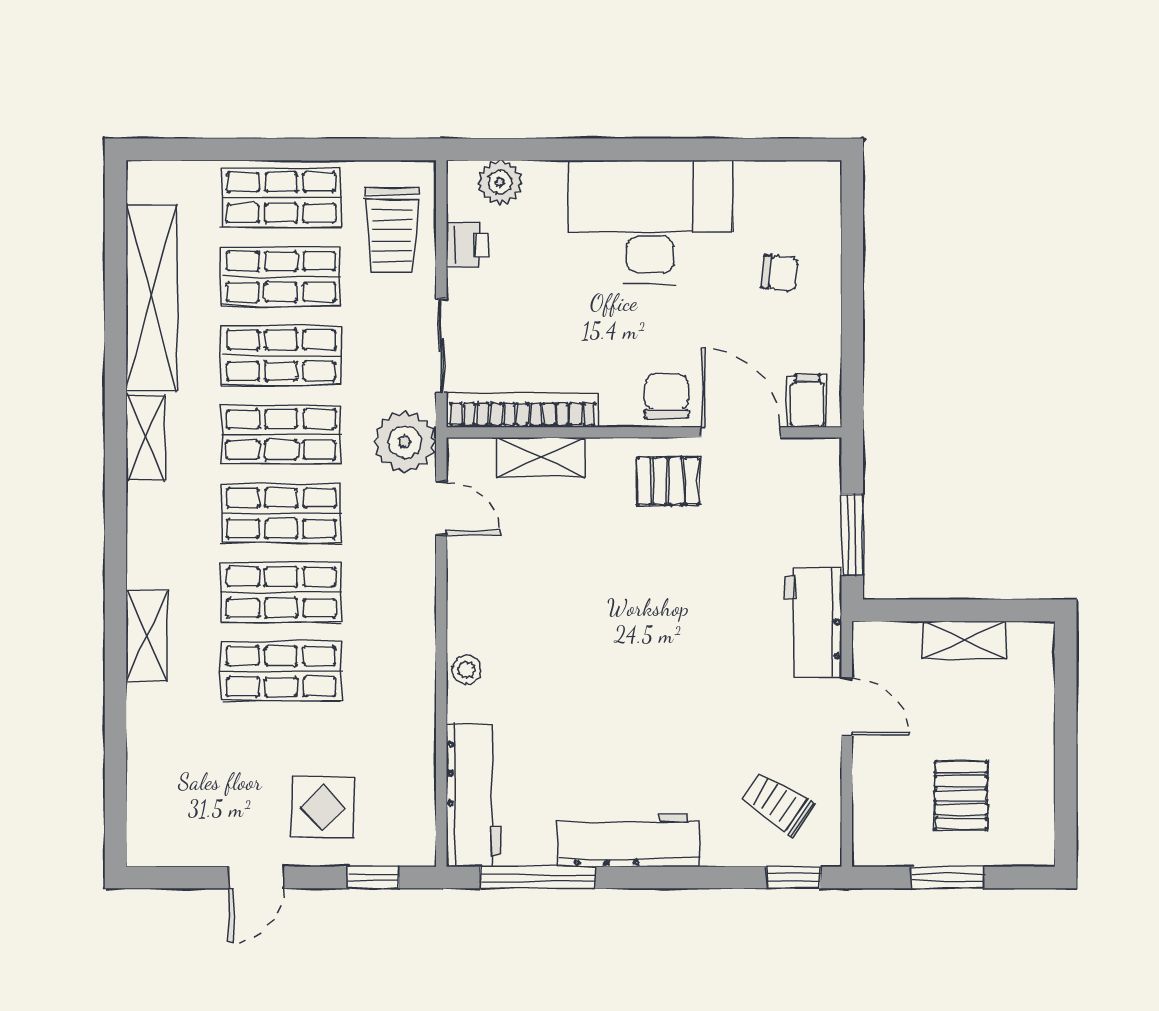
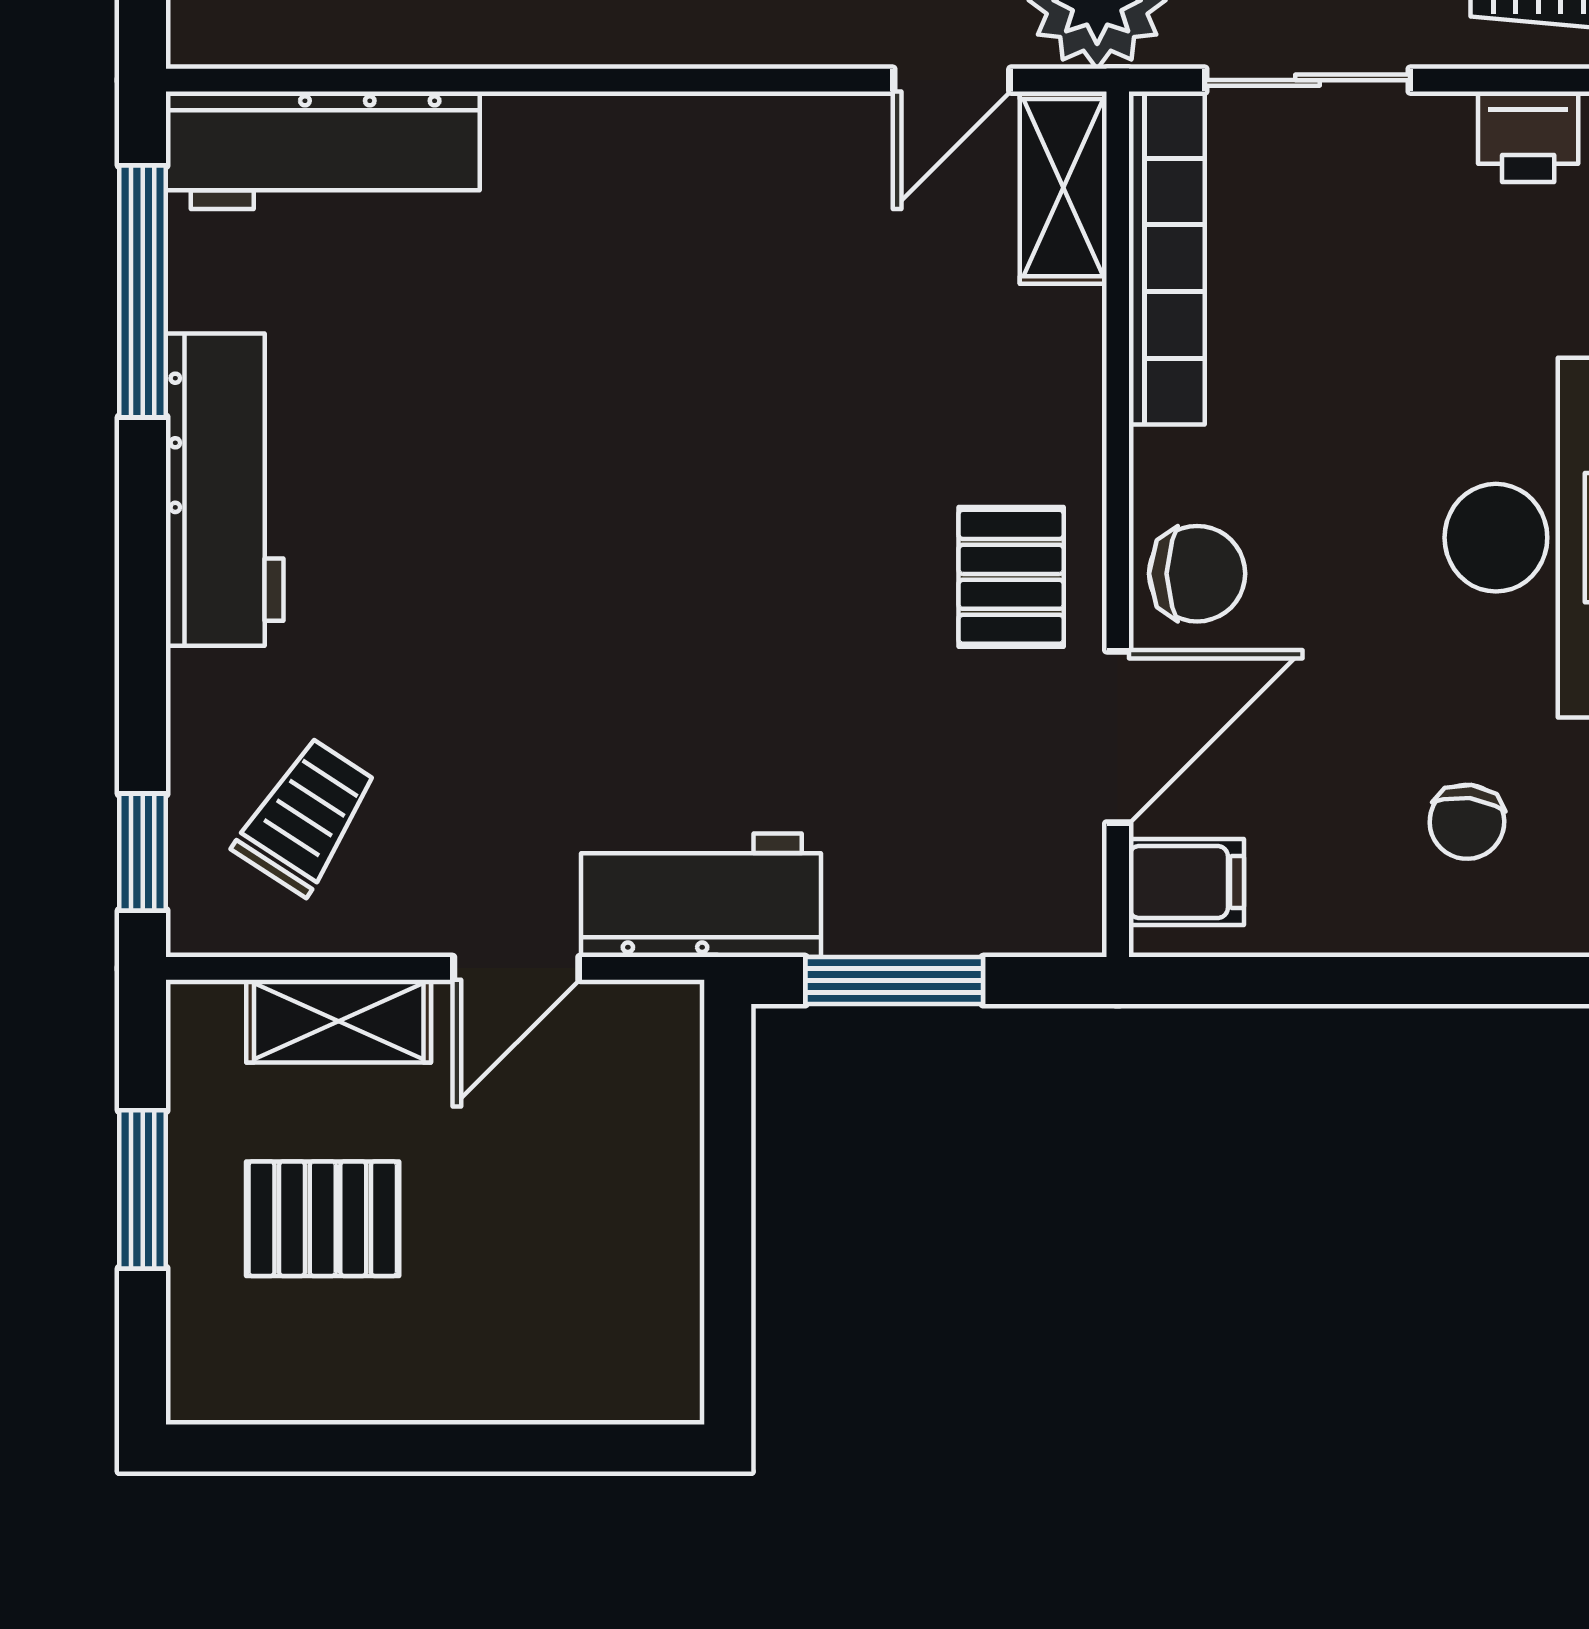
shelving: (541, 457) -> (1063, 188), moved
shelving: (965, 640) -> (339, 1021), moved, turned 90
stool: (467, 670) -> (597, 136), removed

